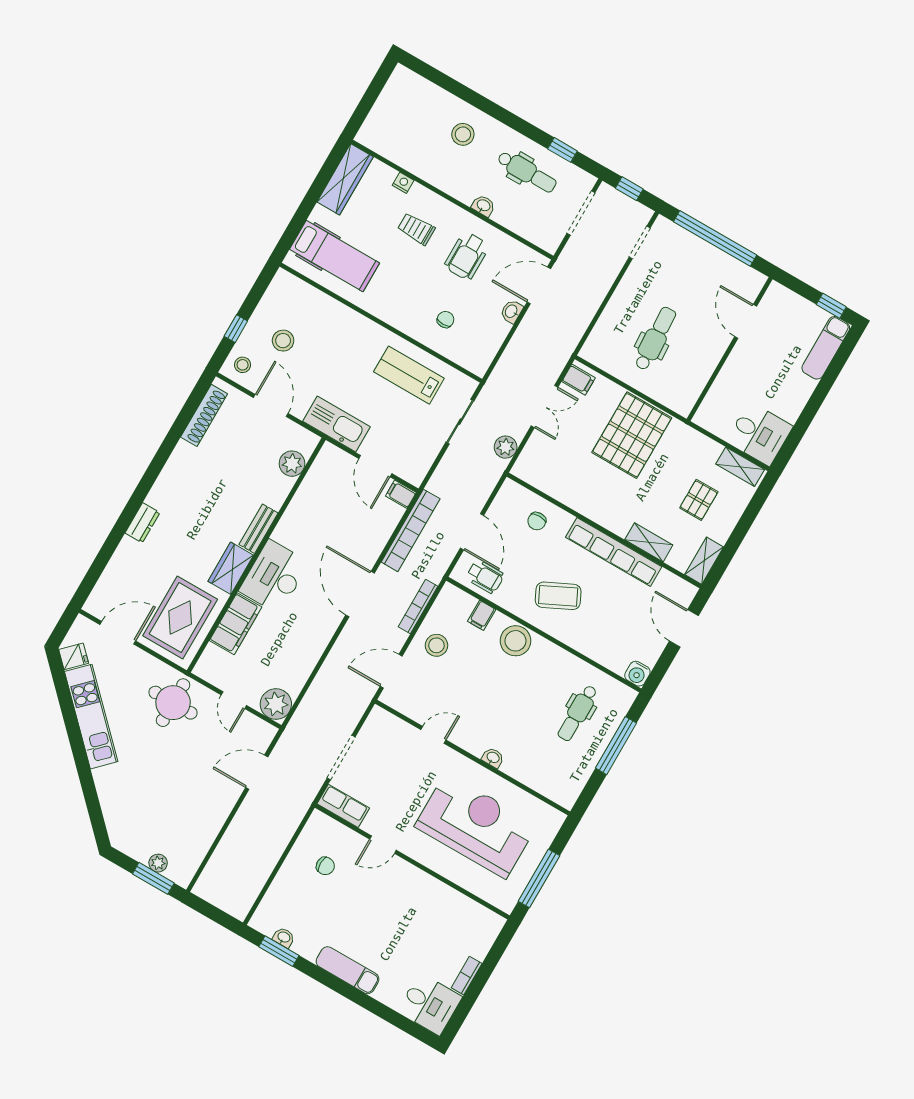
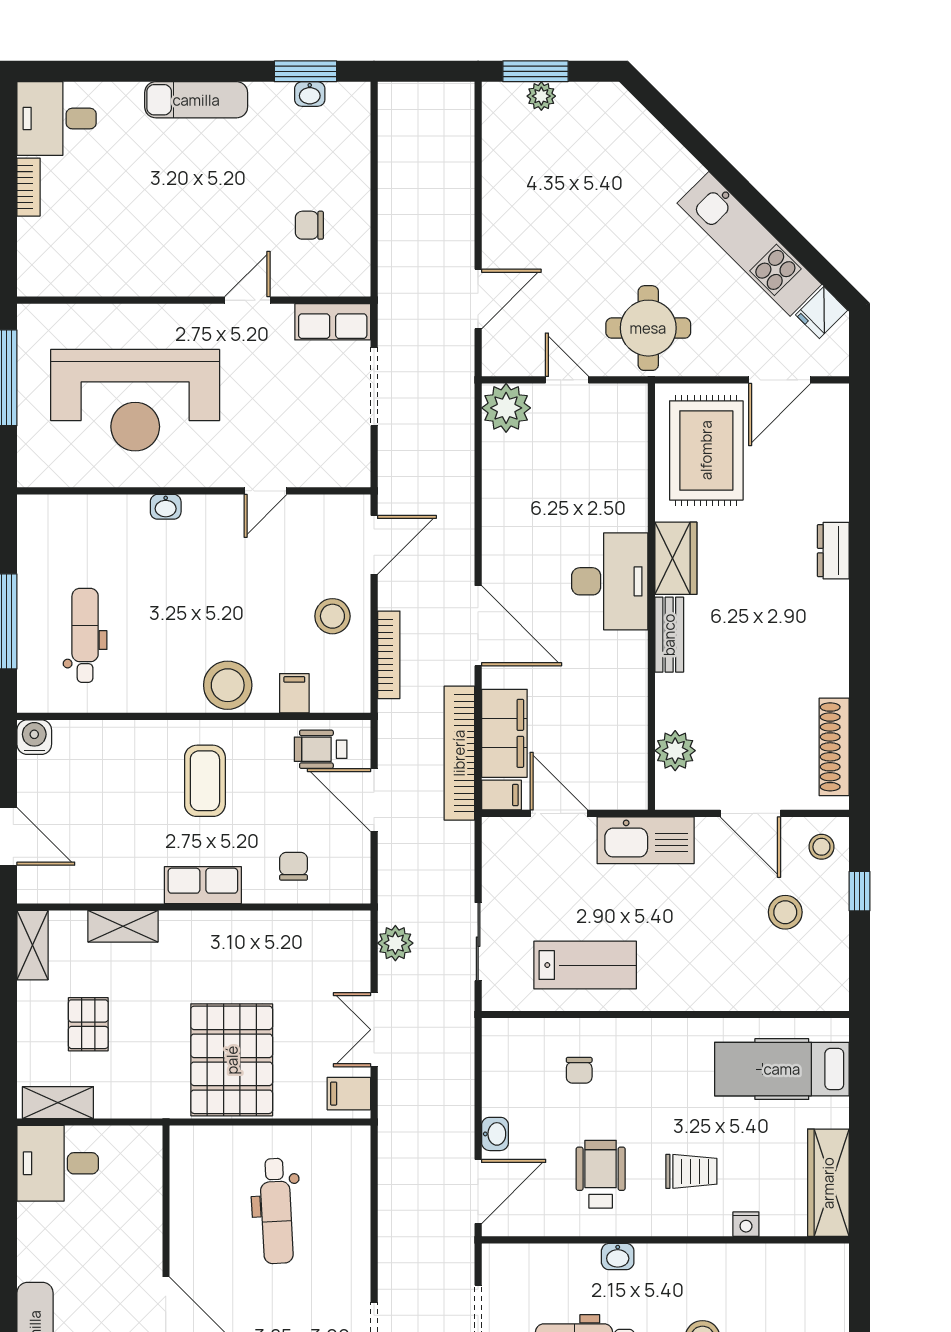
row of seats: (614, 552) -> (203, 885), width x0.50
coffee table: (558, 596) -> (205, 781), turned -64
filing cabinet: (236, 624) -> (504, 733), moved, turned 180

